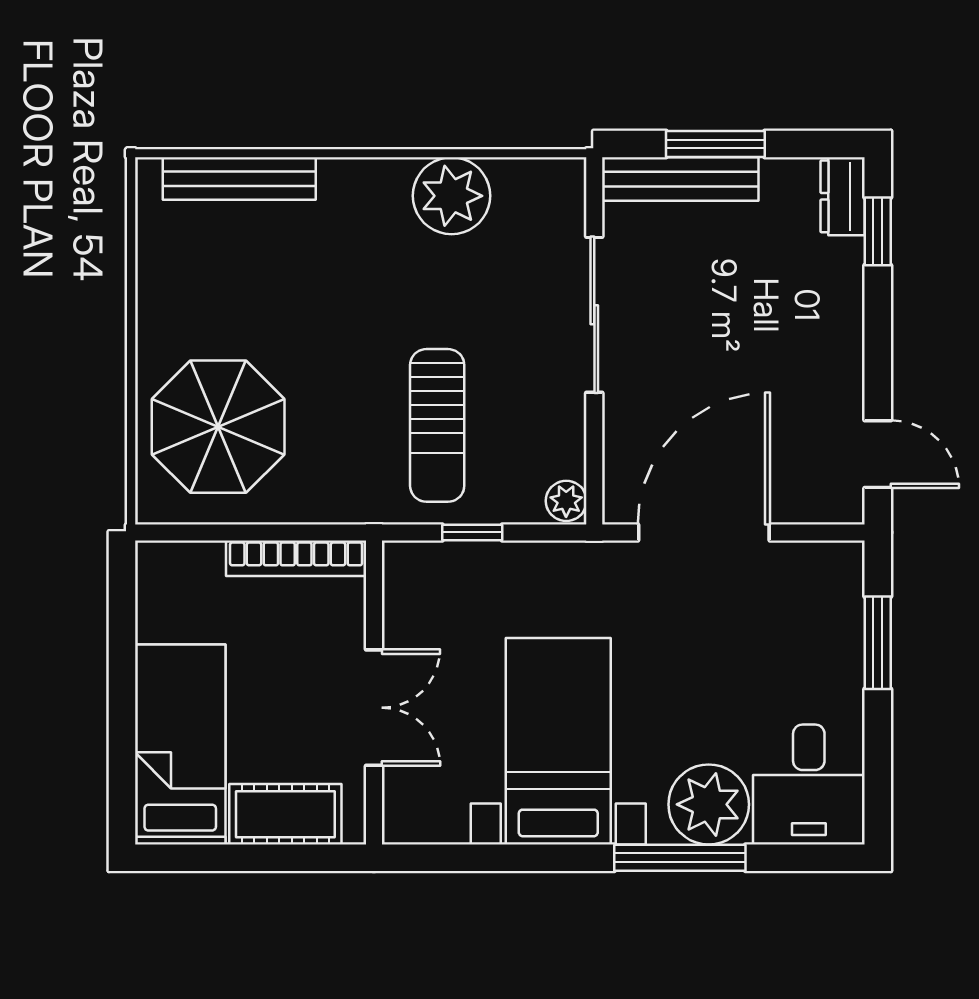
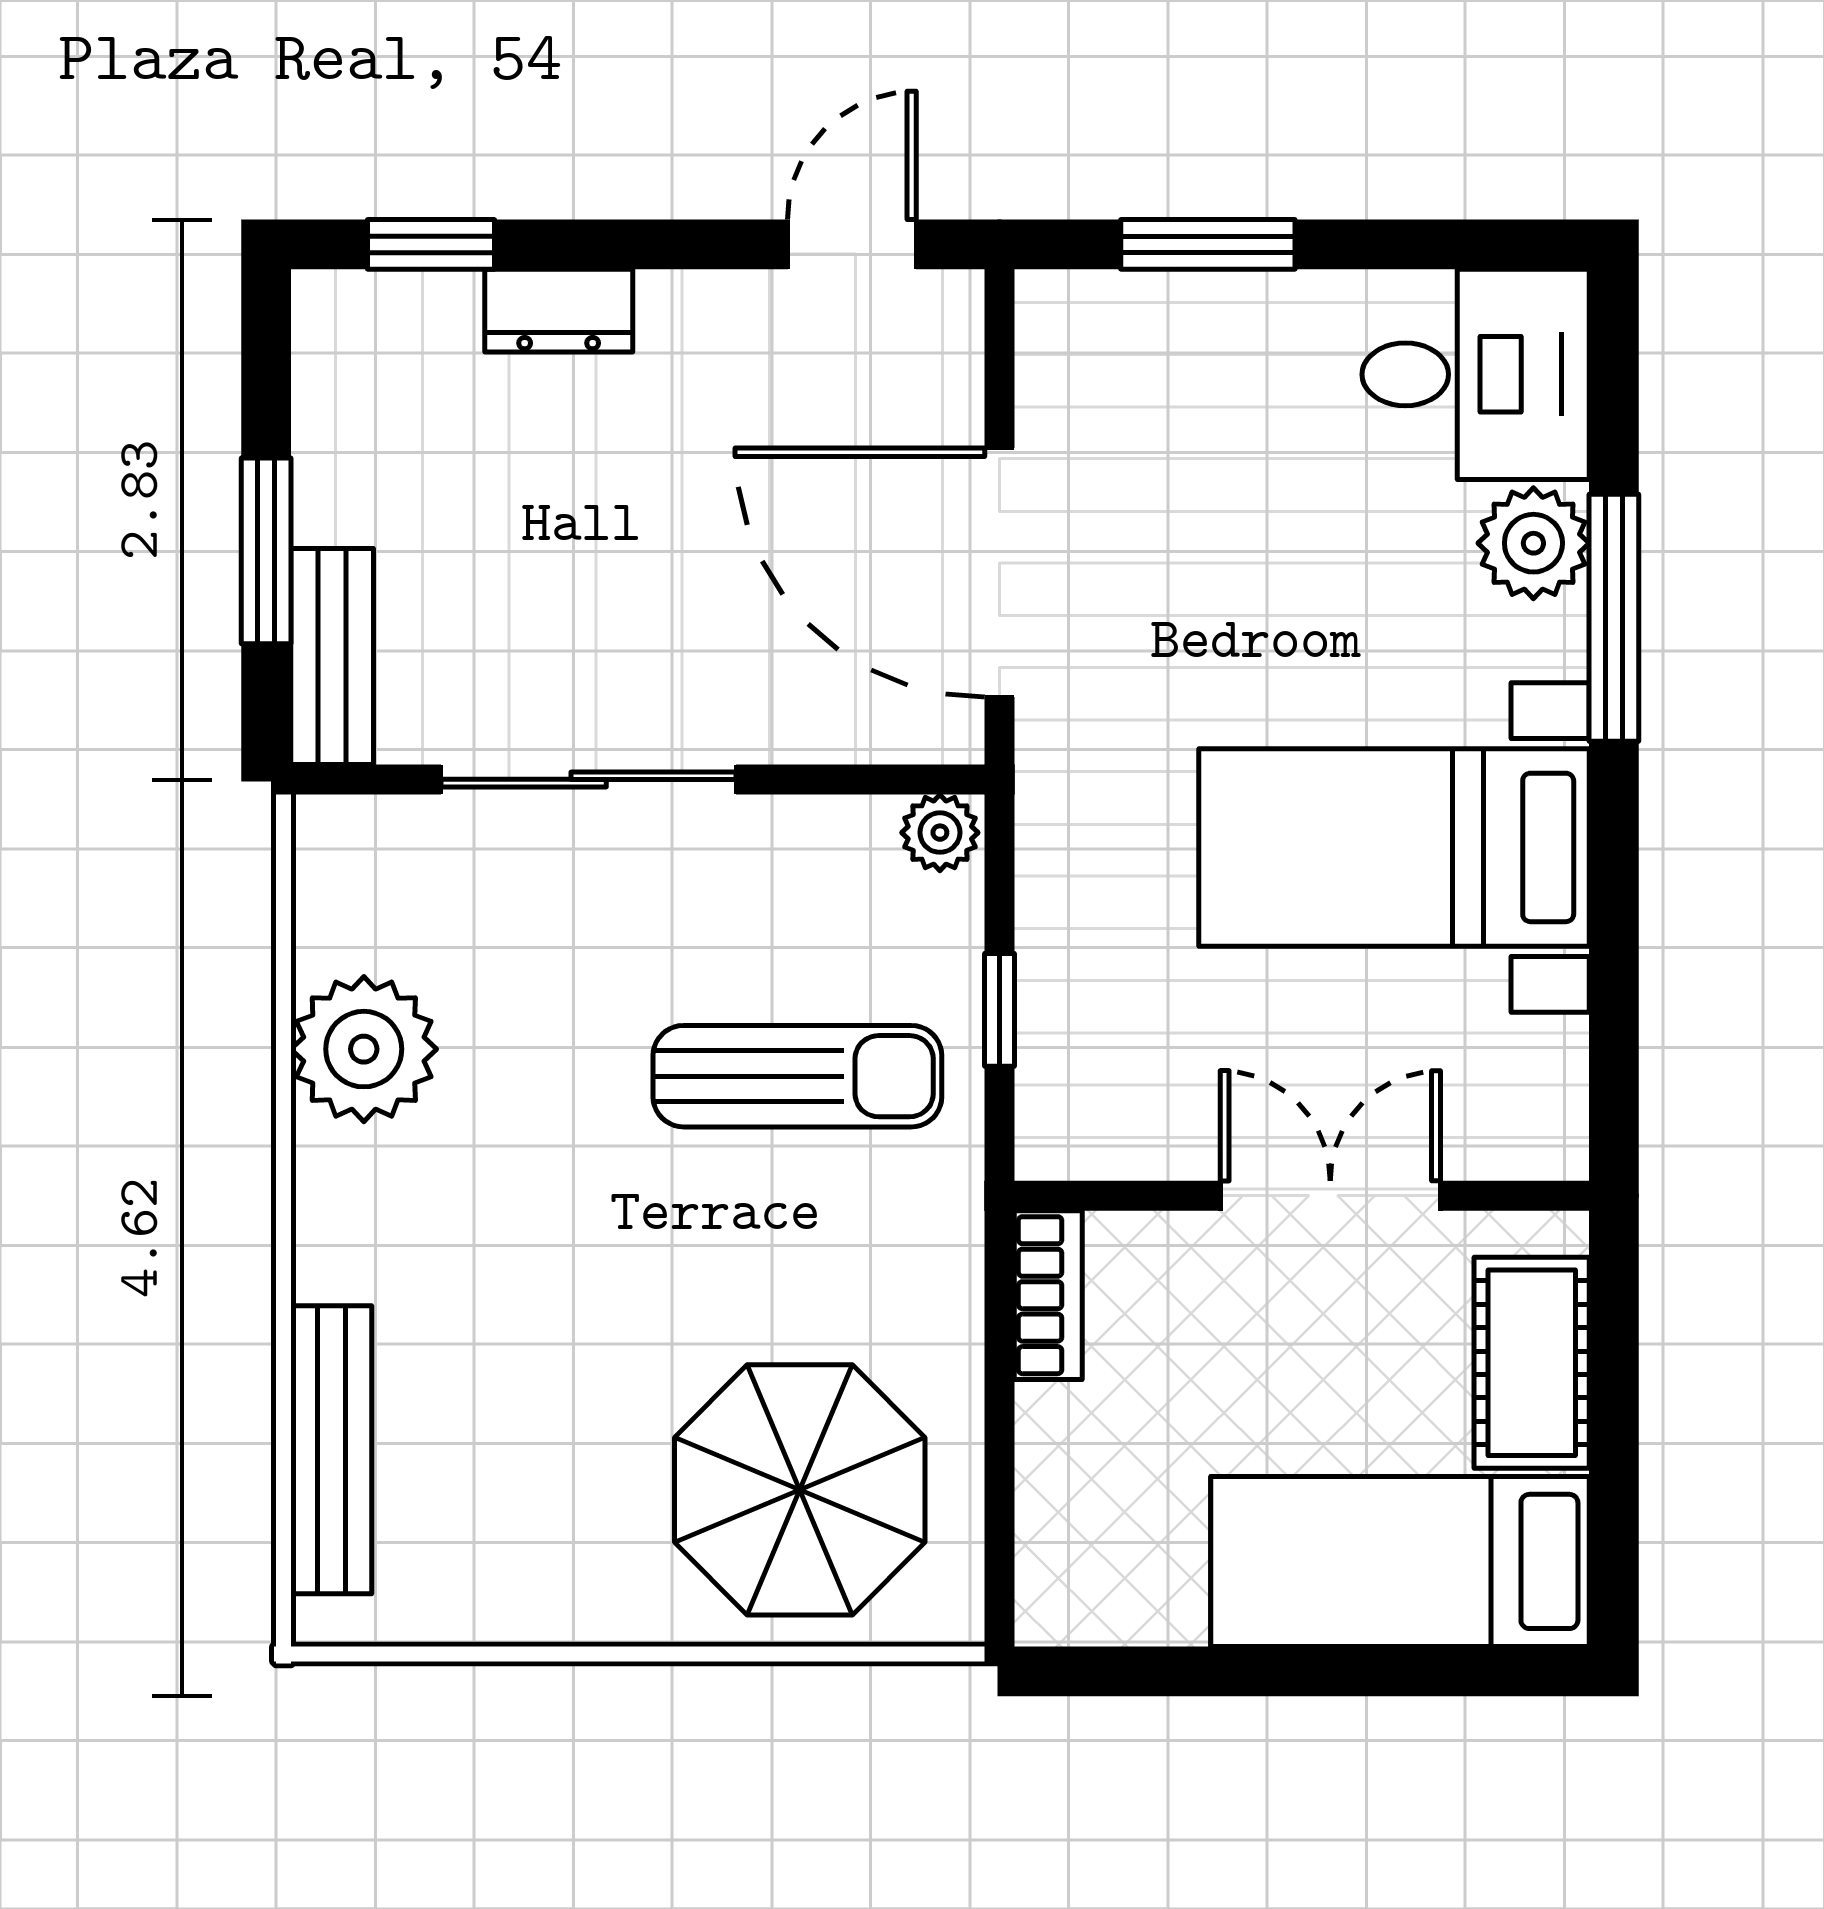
bench: (680, 179) -> (332, 657), width x0.73
dresser: (843, 196) -> (559, 311), moved
bookcase: (296, 558) -> (1048, 1295), width x0.64
plant: (709, 804) -> (1533, 543), width x0.73, depth x0.73

